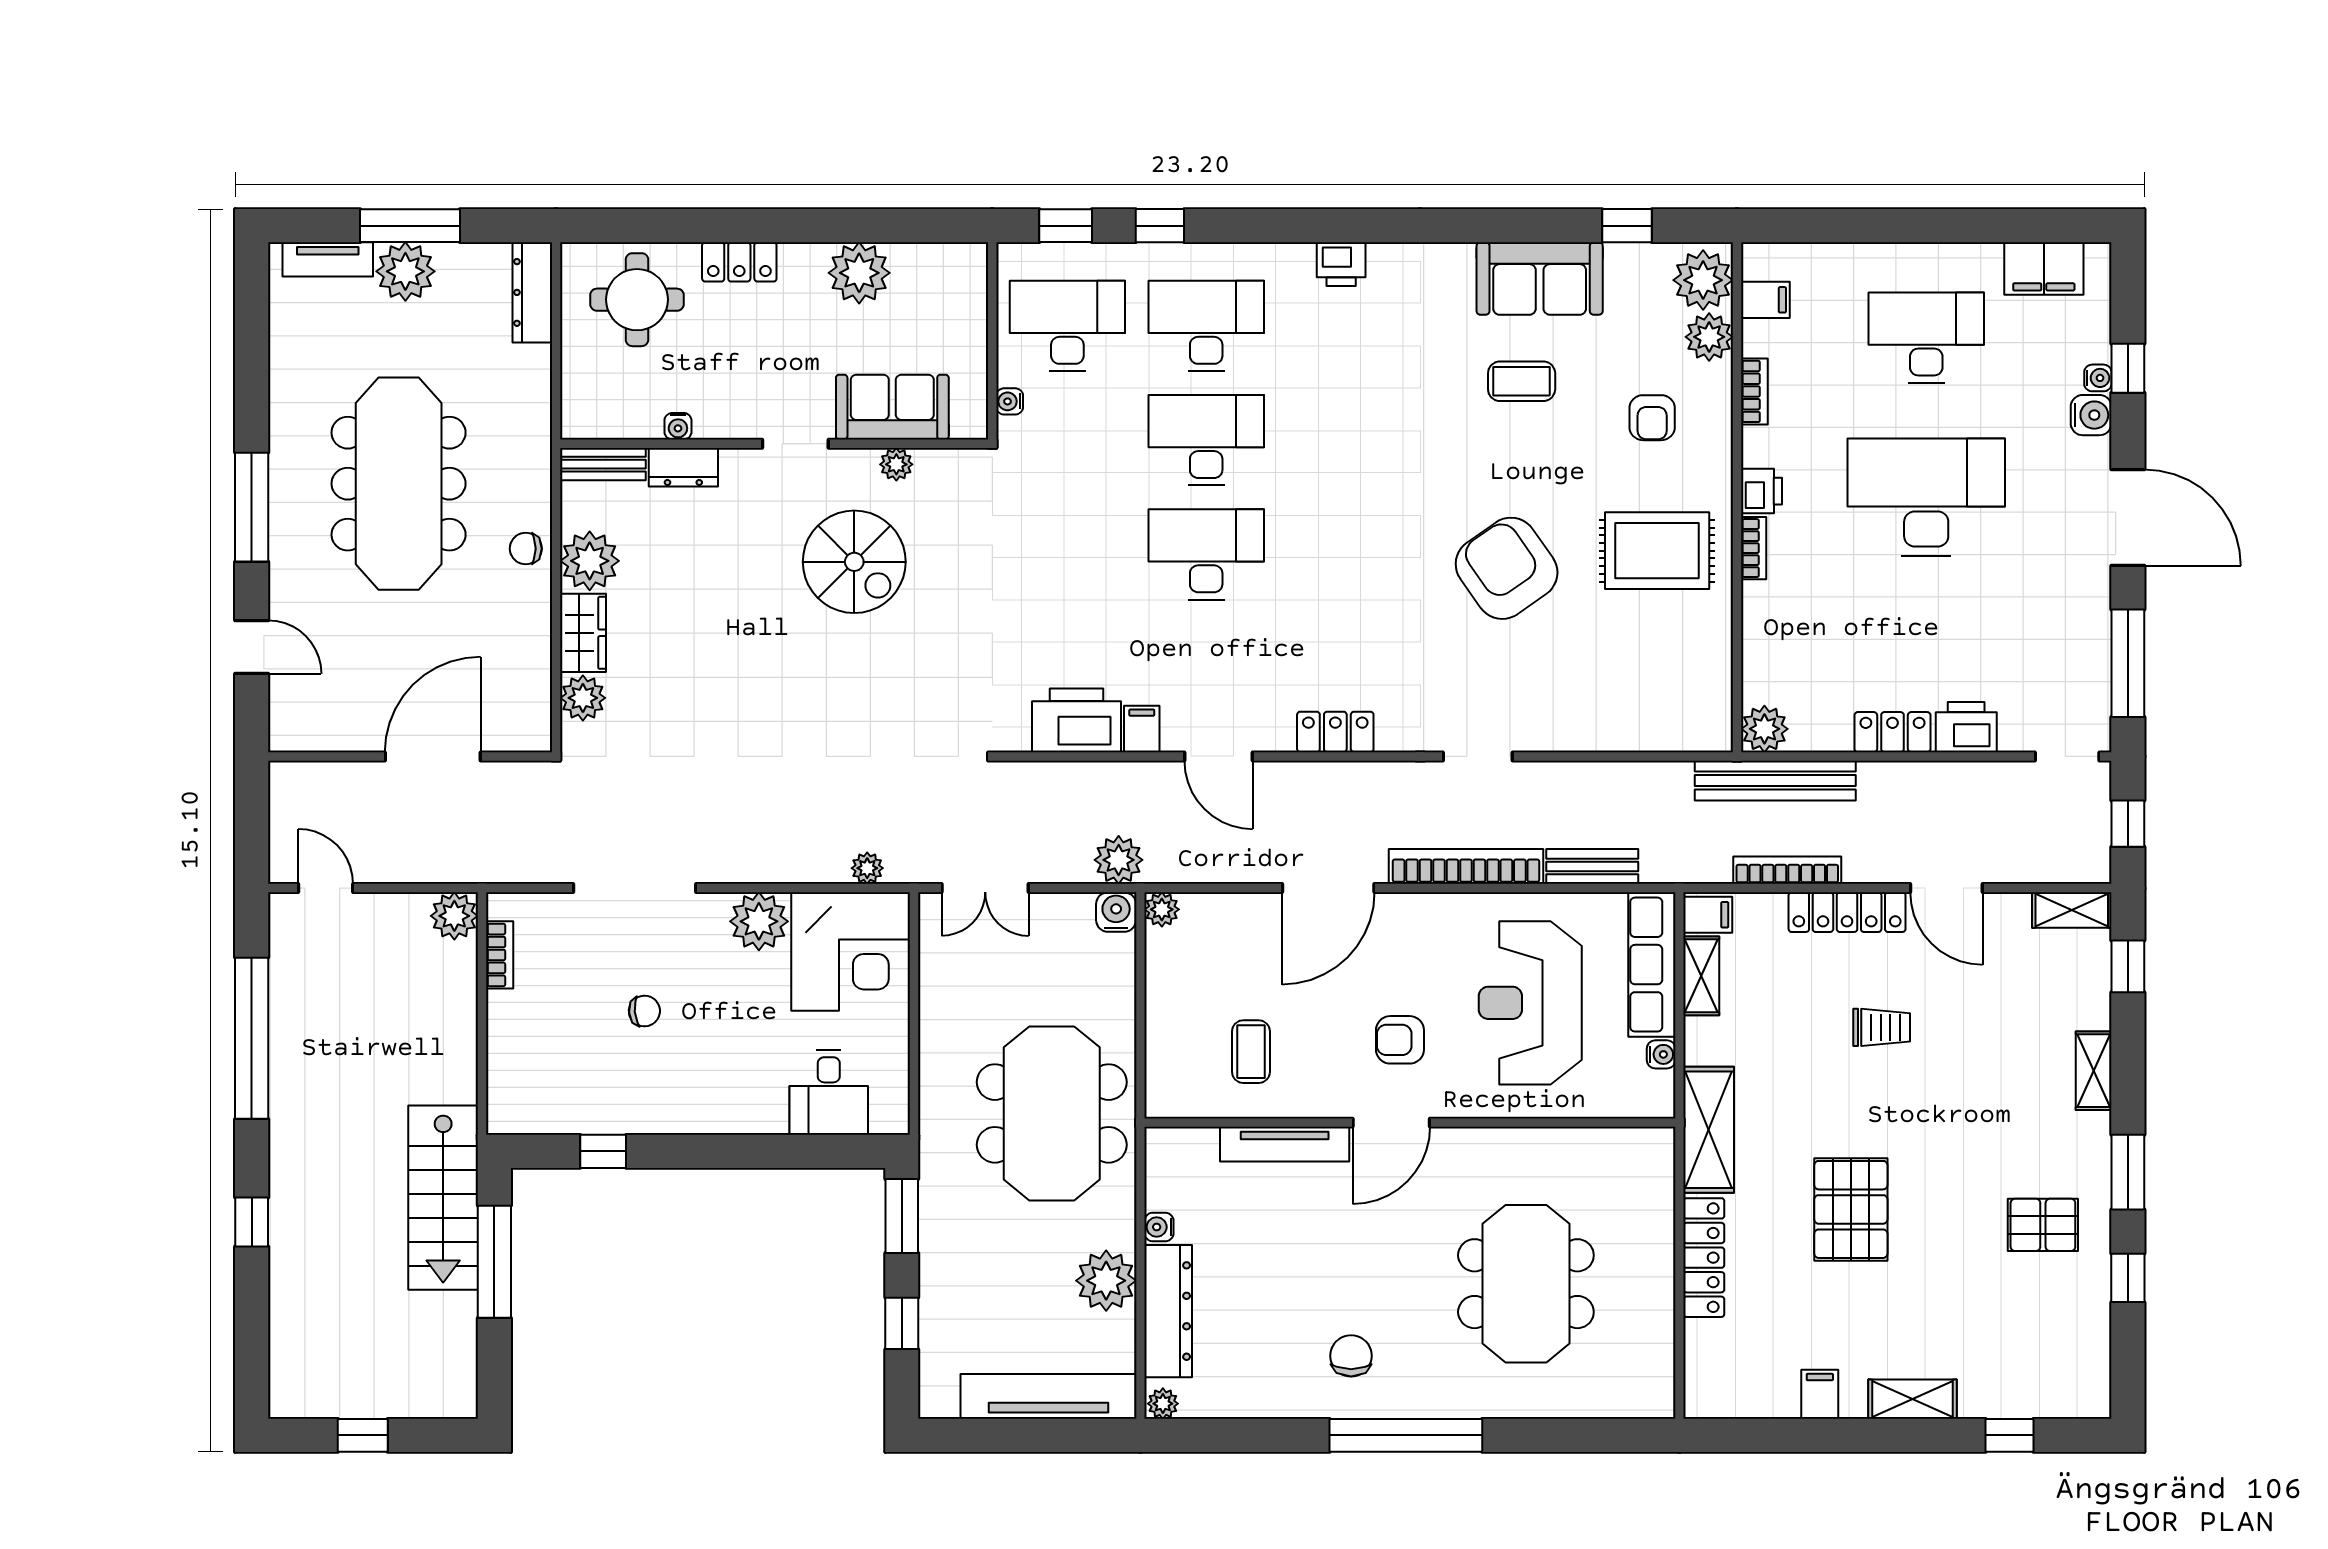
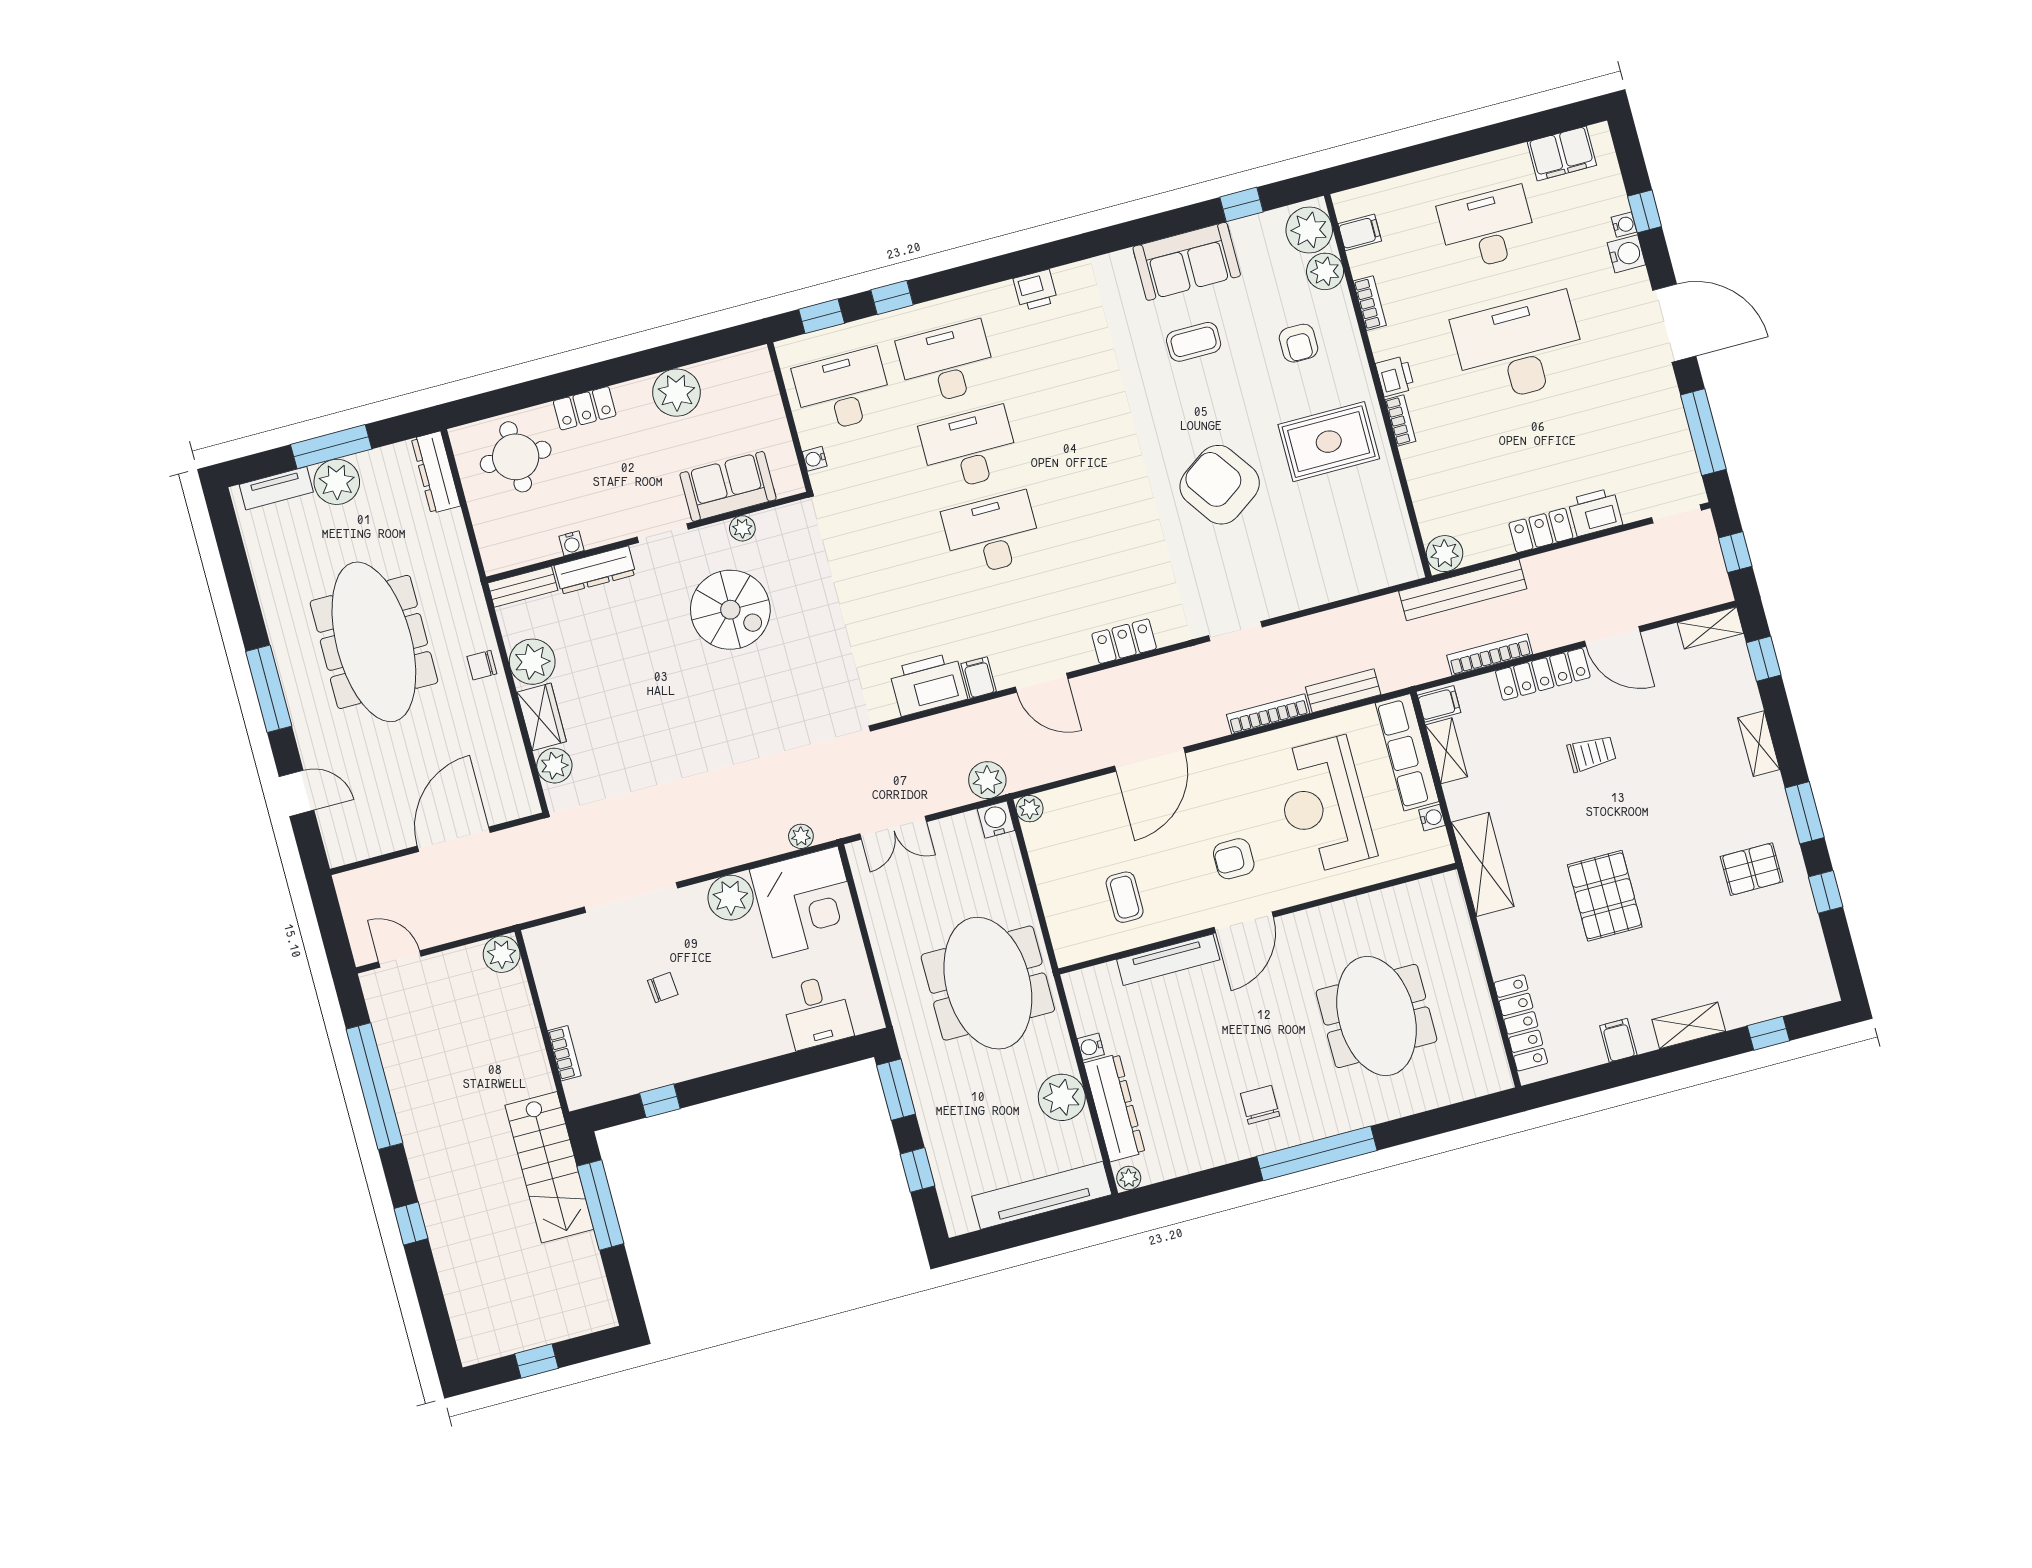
dresser: (683, 467) -> (595, 570), width x1.44
bookcase: (1466, 866) -> (1268, 714), width x0.68, depth x0.76
bookcase: (500, 955) -> (564, 1053), moved
locker: (1704, 1258) -> (1521, 1023), moved

